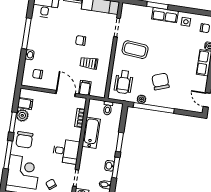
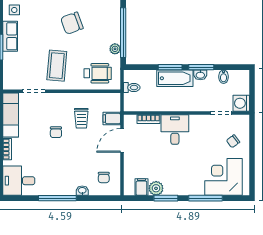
chair: (161, 82) -> (72, 23), moved
bathtub: (91, 133) -> (175, 78), moved, turned 180
chair: (24, 140) -> (185, 181), removed
desk: (66, 151) -> (175, 130), moved

